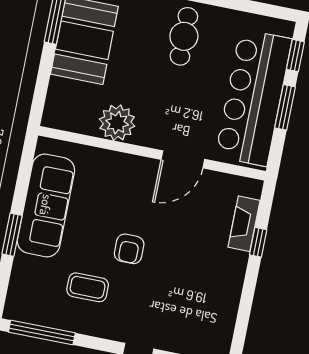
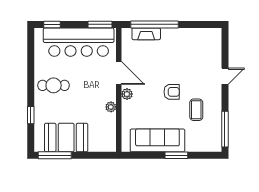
window: (285, 107) -> (100, 24), moved
plant: (117, 123) -> (111, 107), width x0.53, depth x0.53
plant: (141, 167) -> (127, 94), added
window: (258, 242) -> (154, 24), width x3.17

